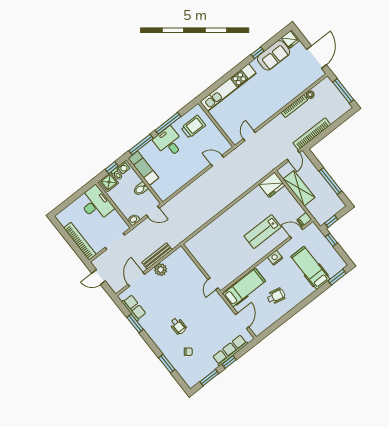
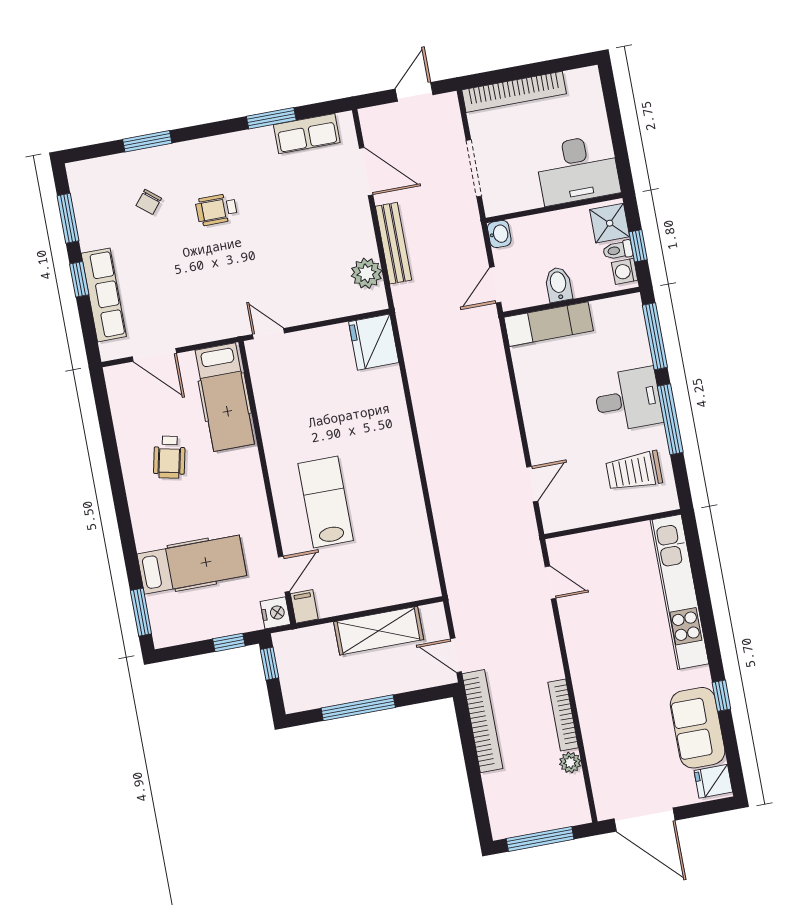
trolley: (193, 127) -> (634, 471), turned 90
exam couch: (143, 168) -> (549, 324), moved
fridge: (272, 185) -> (374, 342), moved
nightstand: (275, 258) -> (275, 613), moved
plant: (161, 270) -> (366, 273), moved

